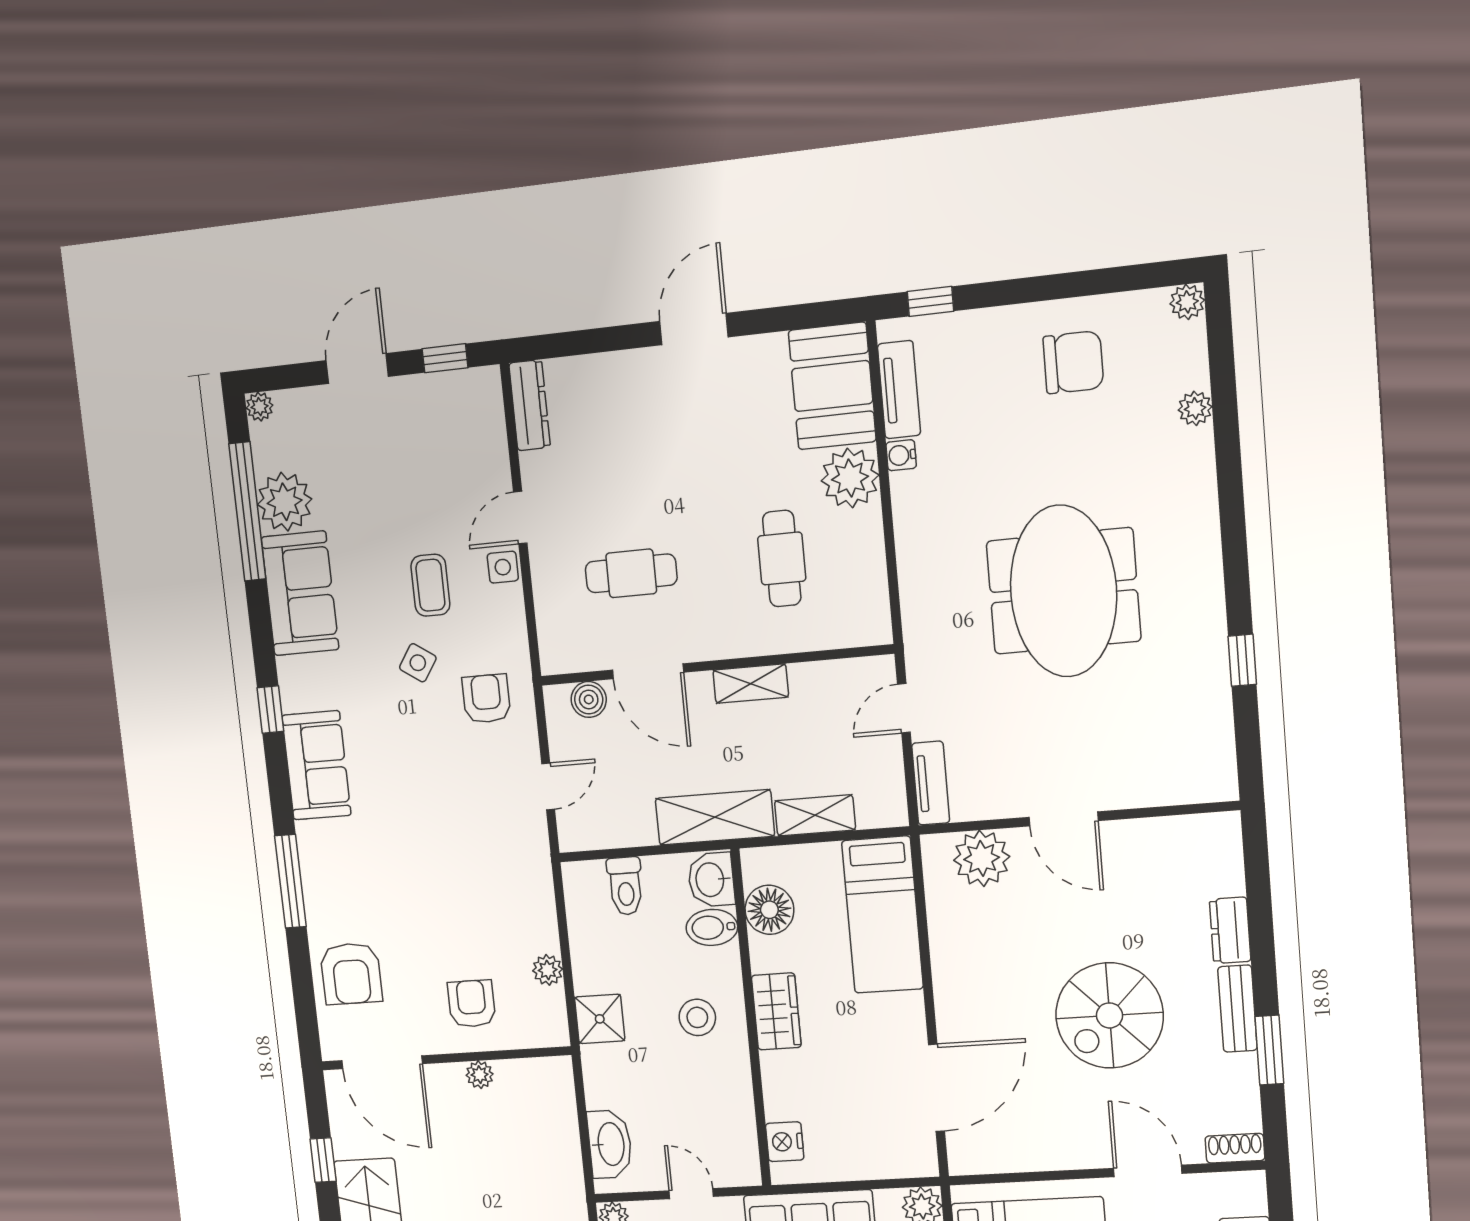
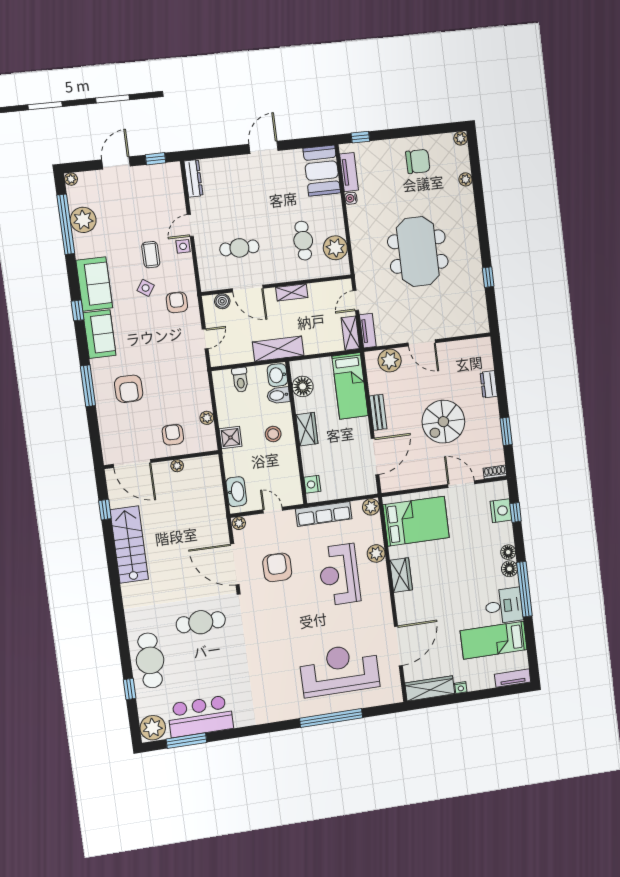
plant: (850, 478) -> (335, 248), moved
sofa: (300, 593) -> (94, 284), moved
shelving: (815, 815) -> (350, 333), moved, turned 90
armchair: (351, 974) -> (129, 389), moved
bench: (1237, 1009) -> (378, 412), moved

